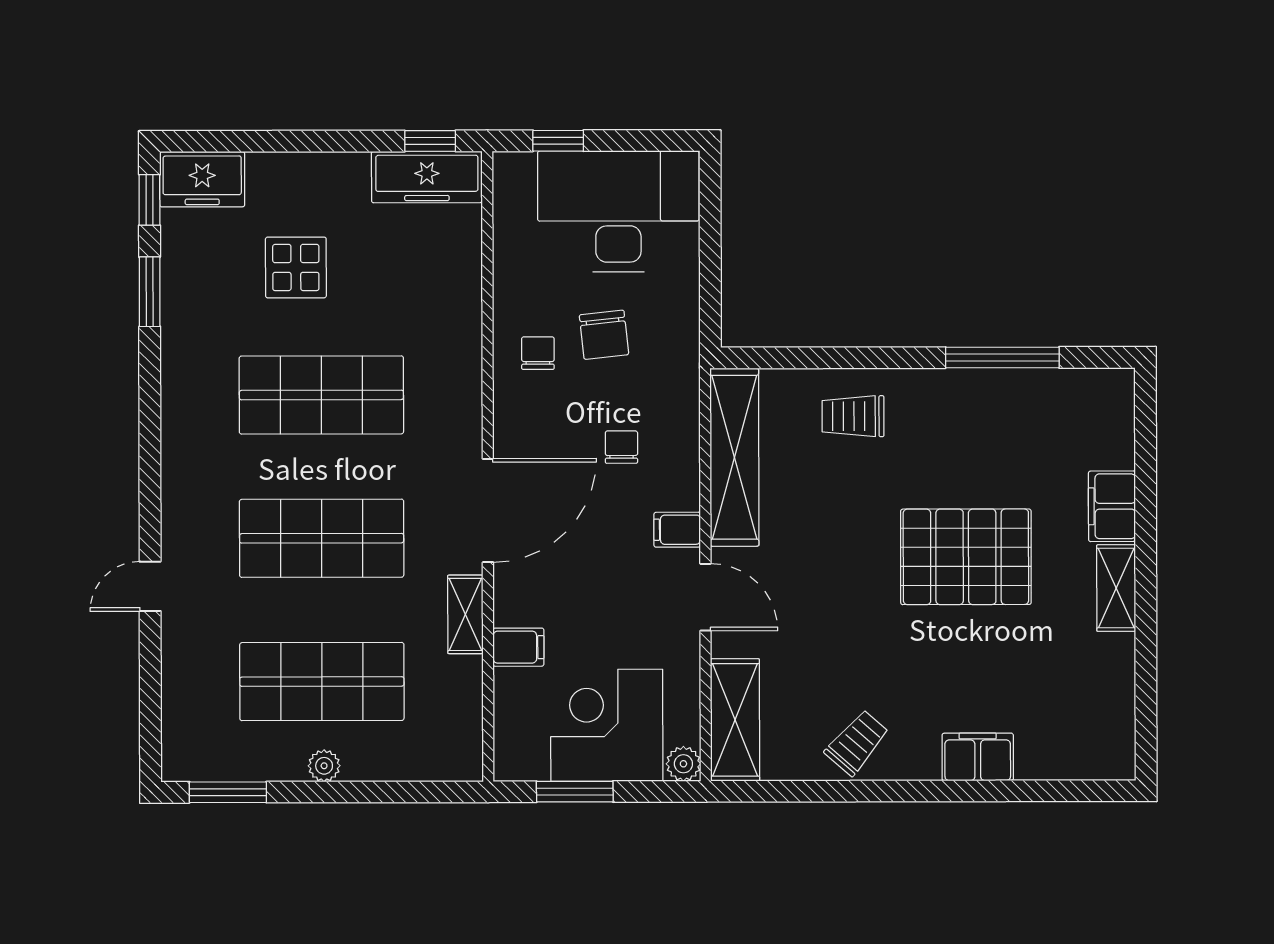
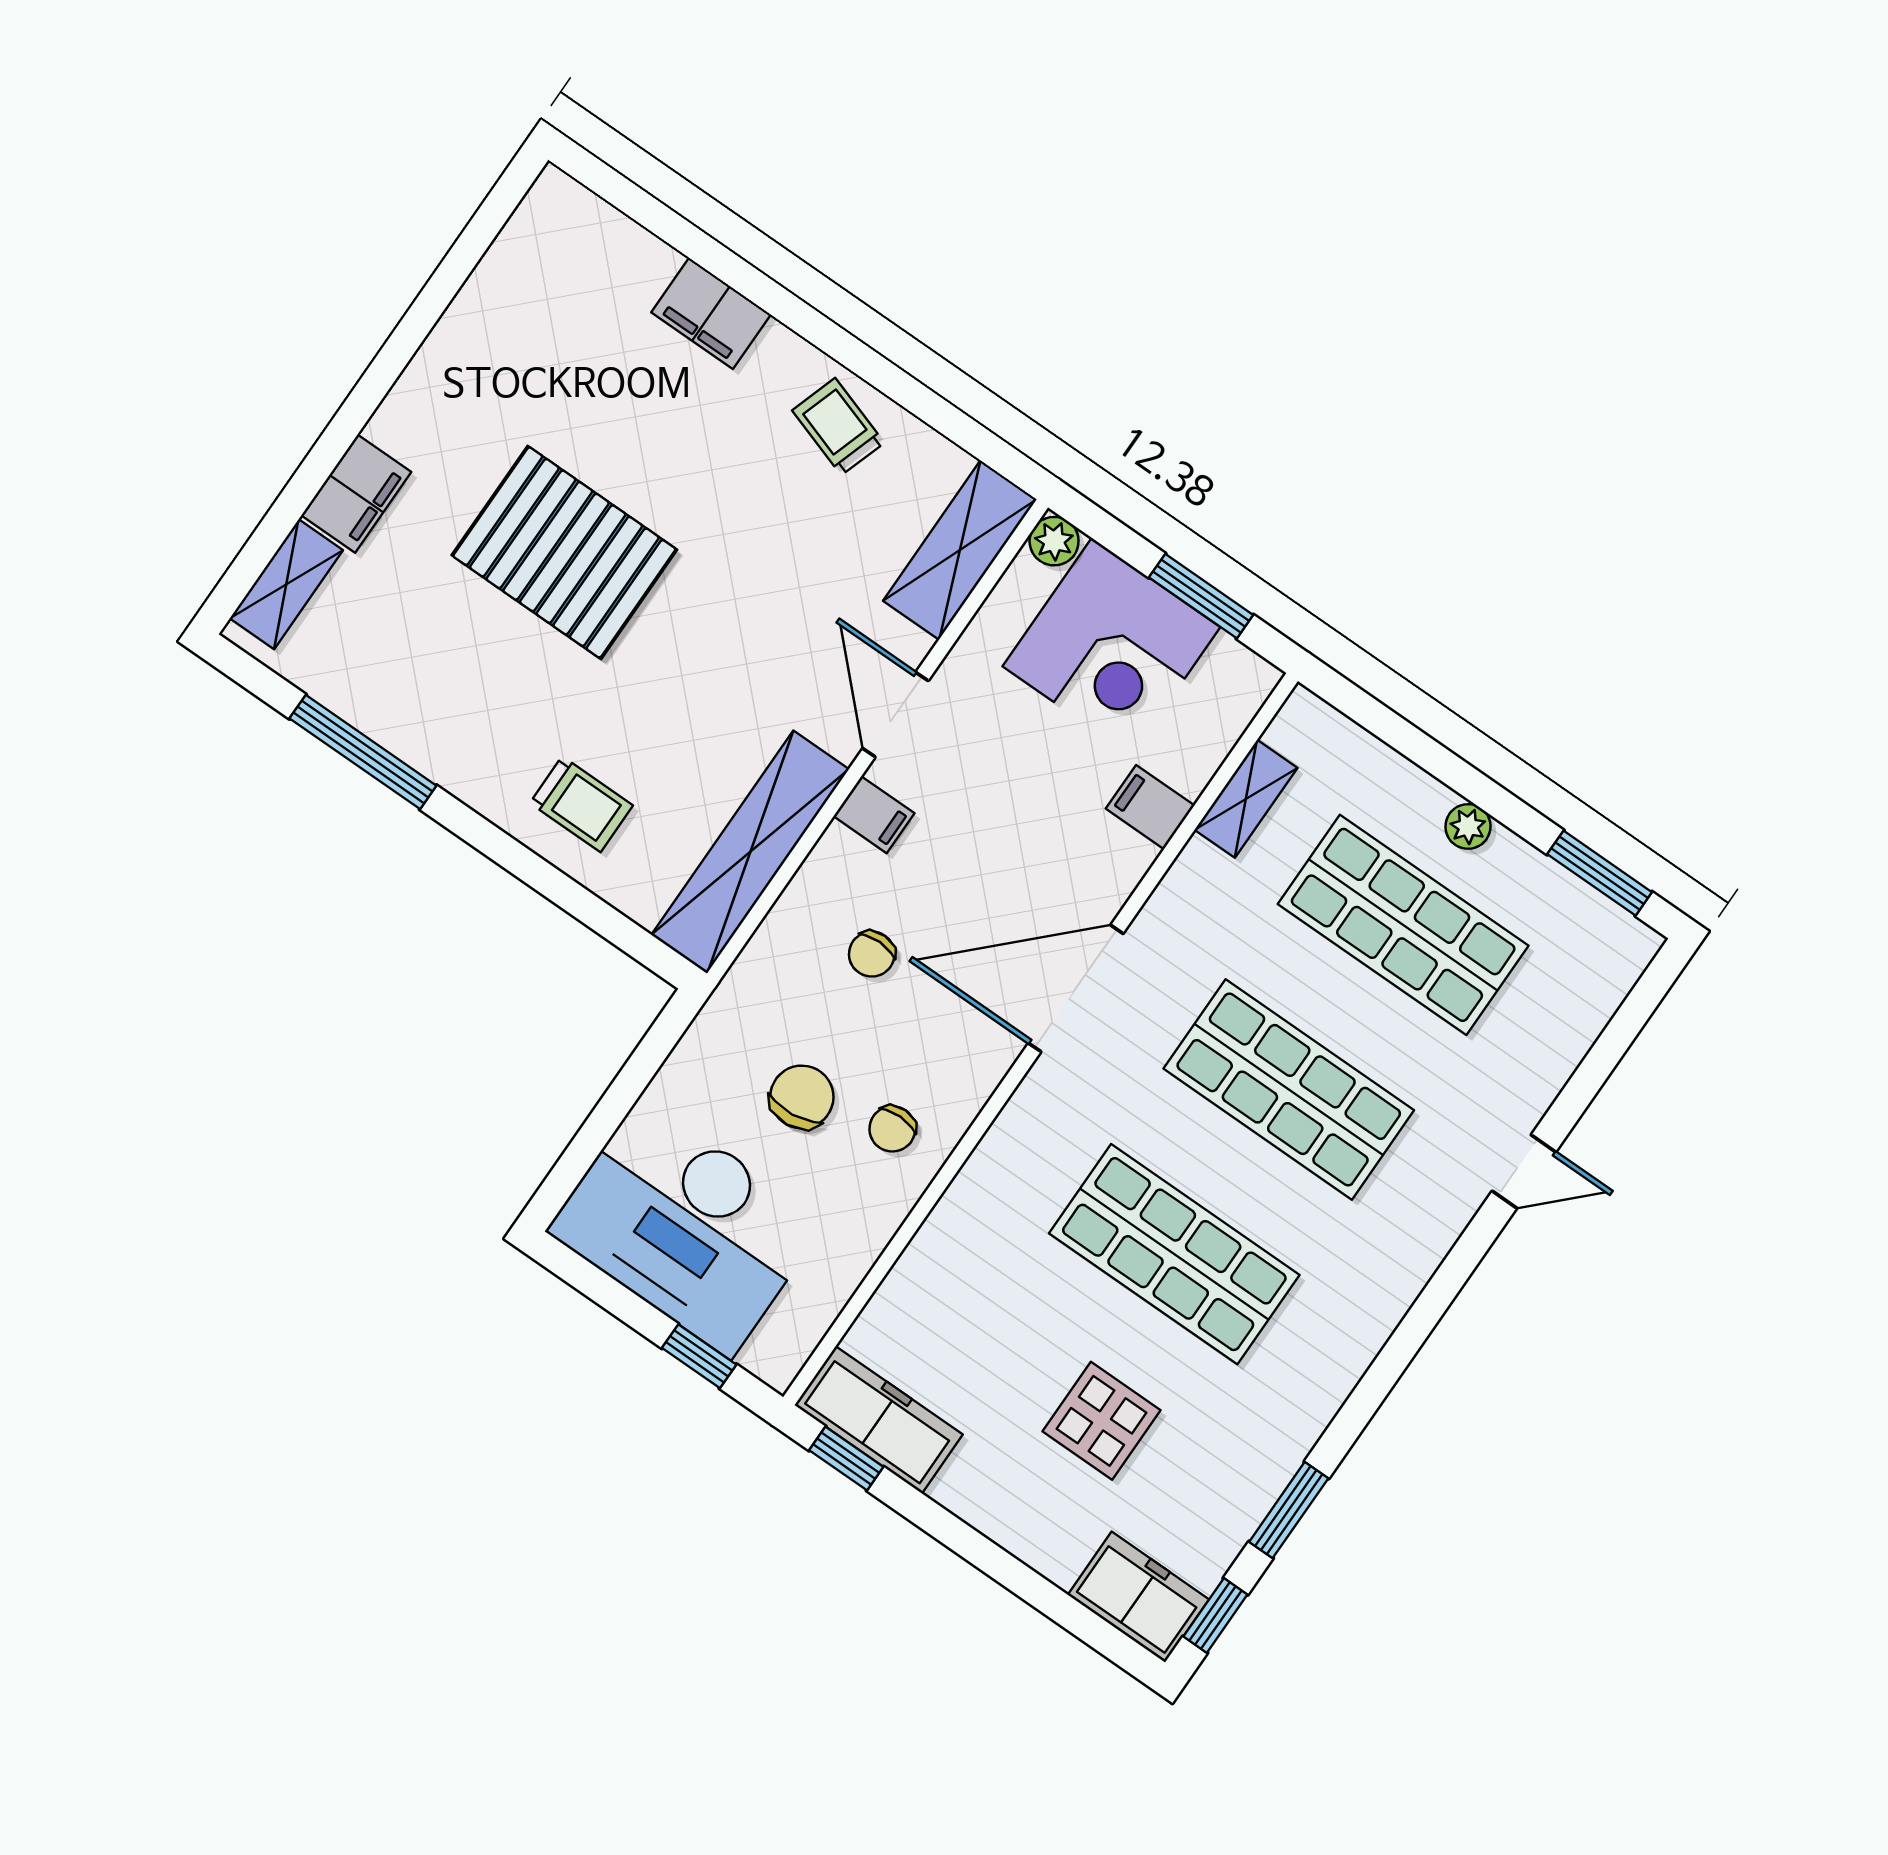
shelving: (1116, 588) -> (286, 584), moved
shelving: (465, 614) -> (1246, 799), moved
trolley: (857, 743) -> (838, 427), turned 67

